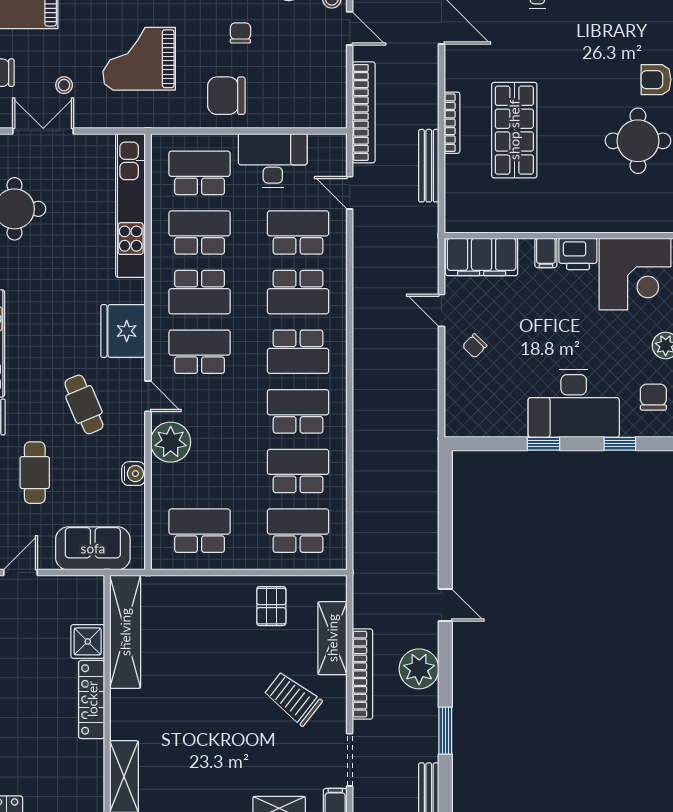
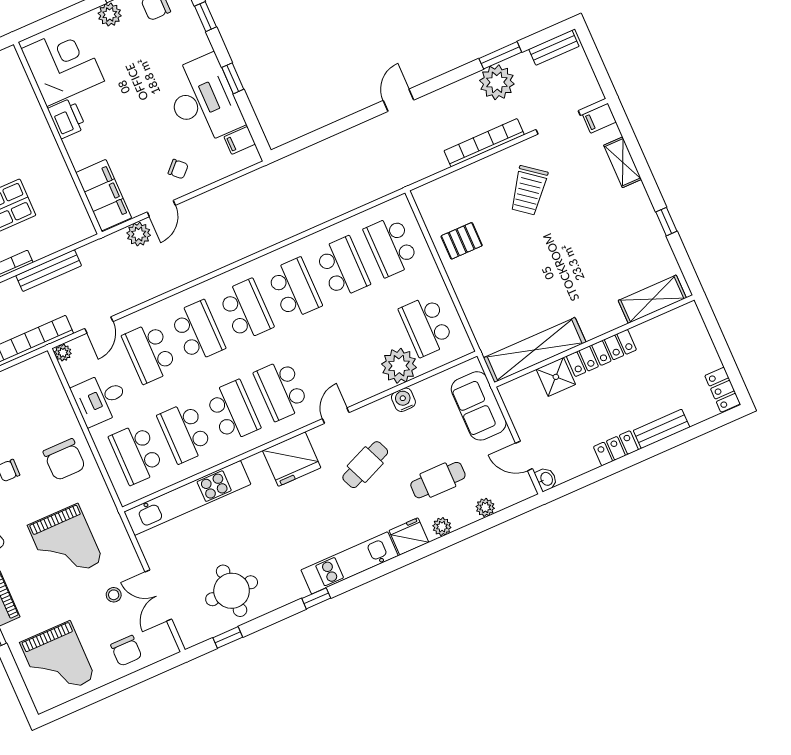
plant: (337, 143) -> (63, 353), added
desk: (273, 161) -> (100, 399), width x0.73
filing cabinet: (546, 253) -> (240, 140), moved, turned 180
plant: (425, 275) -> (139, 234), added
desk: (574, 403) -> (203, 100), moved
school desk: (298, 411) -> (294, 289), turned 180
plant: (171, 442) -> (399, 366), moved
school desk: (298, 471) -> (343, 267), turned 180
shelving: (332, 638) -> (466, 180), removed
plant: (419, 669) -> (497, 82), moved

